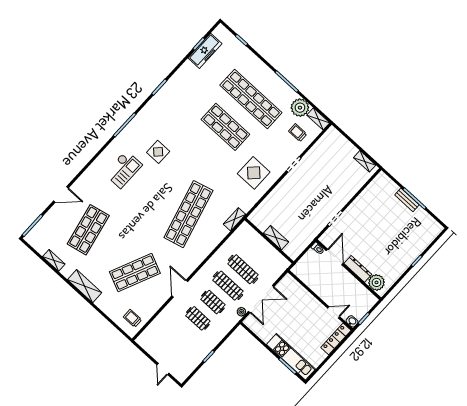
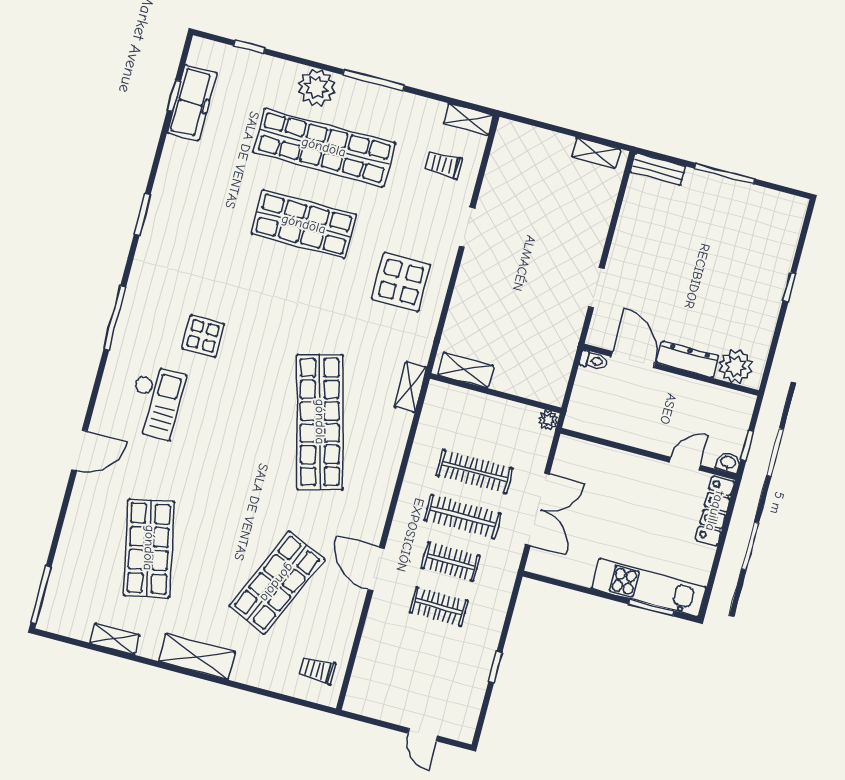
plant: (300, 108) -> (317, 88), moved
door: (61, 194) -> (80, 450), moved
bench: (407, 200) -> (658, 169), moved
shelving: (276, 238) -> (466, 370), moved
plant: (241, 312) -> (548, 420), moved

